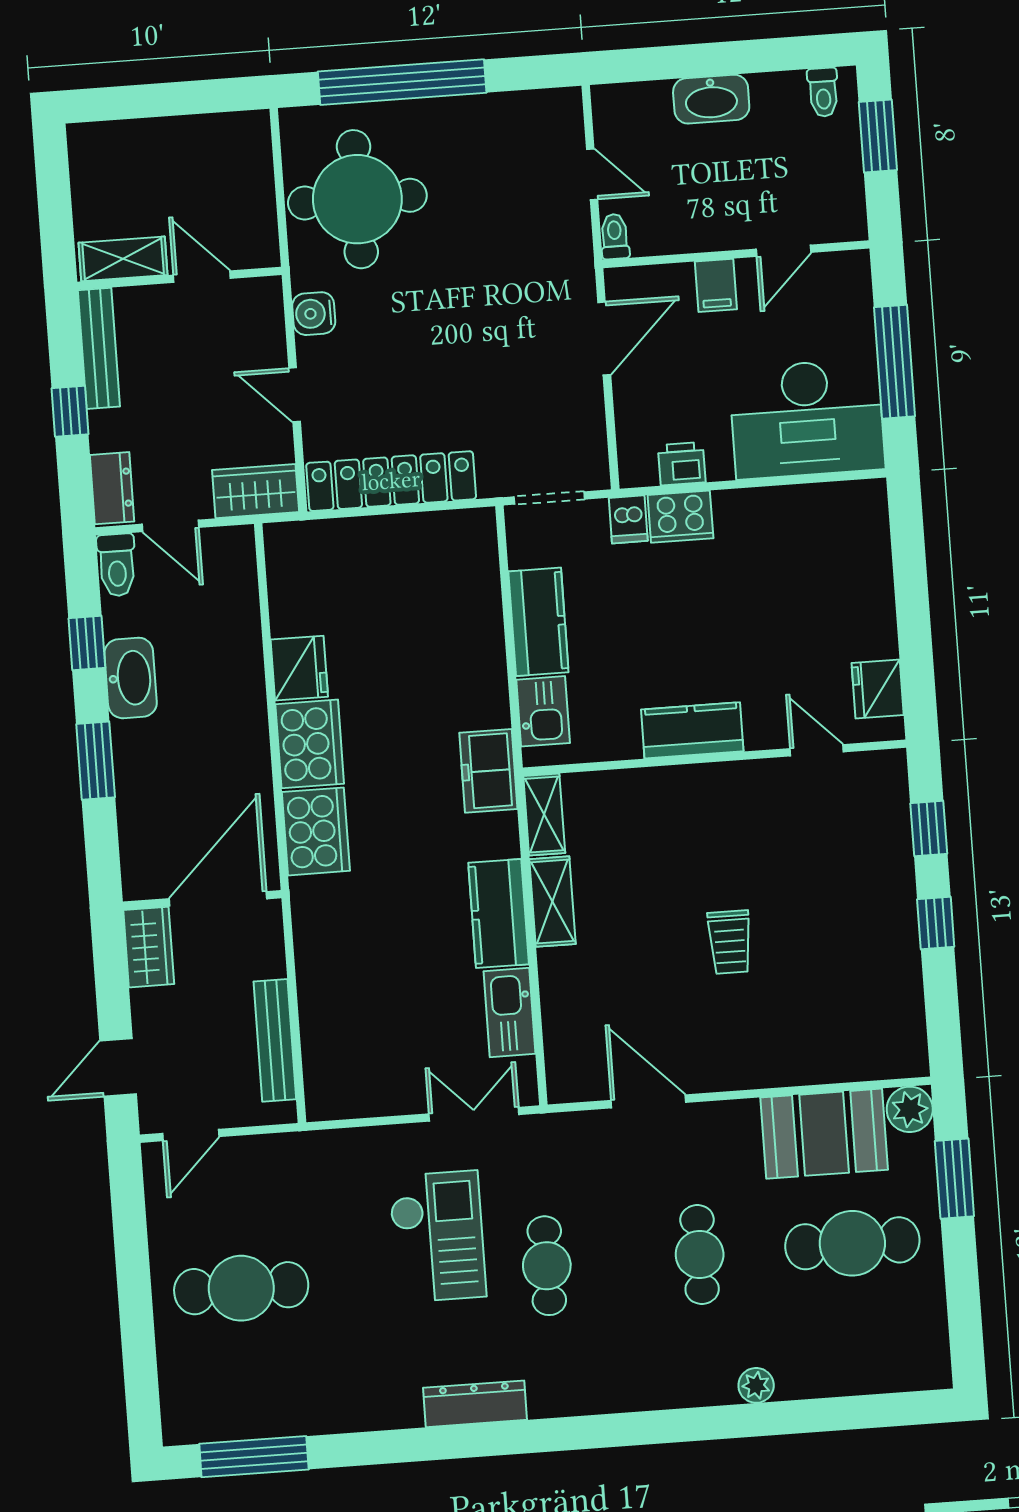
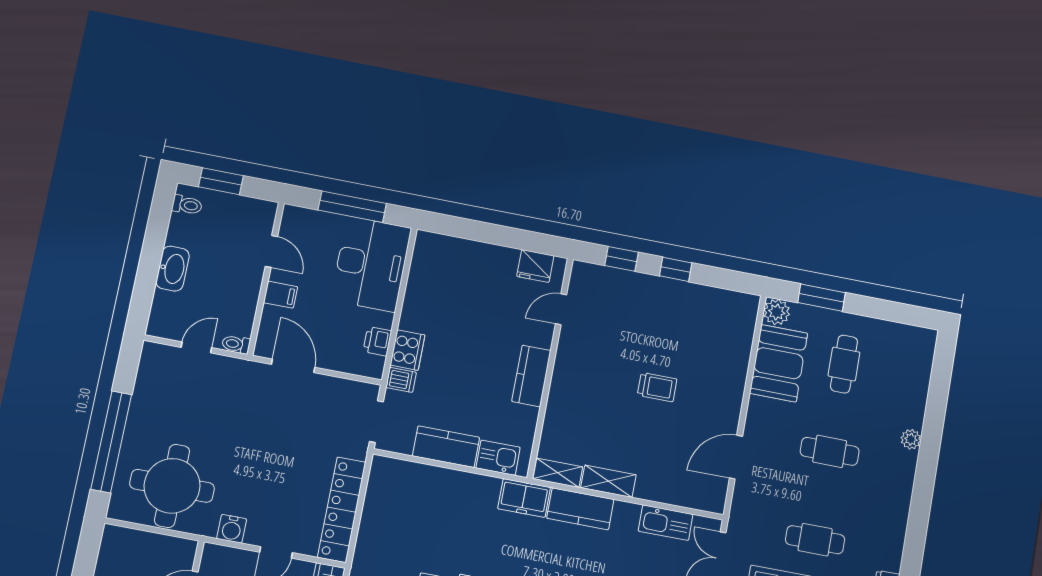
kitchen counter: (499, 914) -> (580, 509), moved
cafe table: (852, 1243) -> (844, 364), width x0.73, depth x0.74

